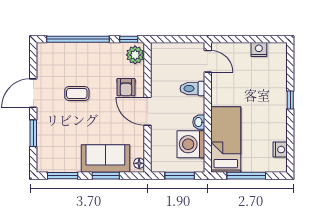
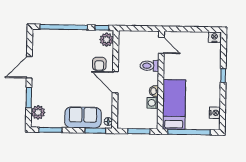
nightstand: (259, 49) -> (214, 37), moved
coffee table: (77, 94) -> (62, 68), removed
washing machine: (191, 144) -> (153, 103), width x0.53, depth x0.53
plant: (46, 153) -> (38, 112), added
window: (106, 176) -> (95, 131), moved
window: (246, 176) -> (189, 132), width x1.46

